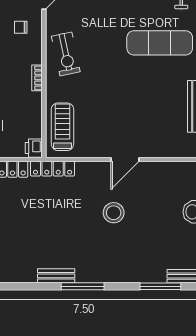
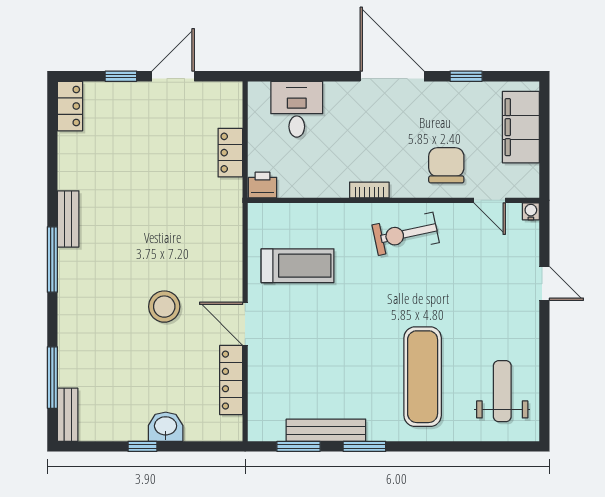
chair: (21, 27) -> (446, 165), width x1.87, depth x1.87
treadmill: (62, 127) -> (298, 266), moved
locker: (53, 169) -> (231, 380), moved

